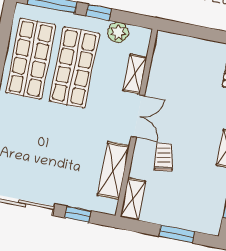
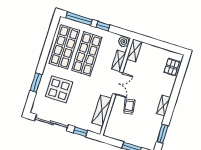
plant: (118, 32) -> (124, 42), moved
display table: (29, 139) -> (59, 89), added
shelving: (133, 199) -> (134, 50), moved

